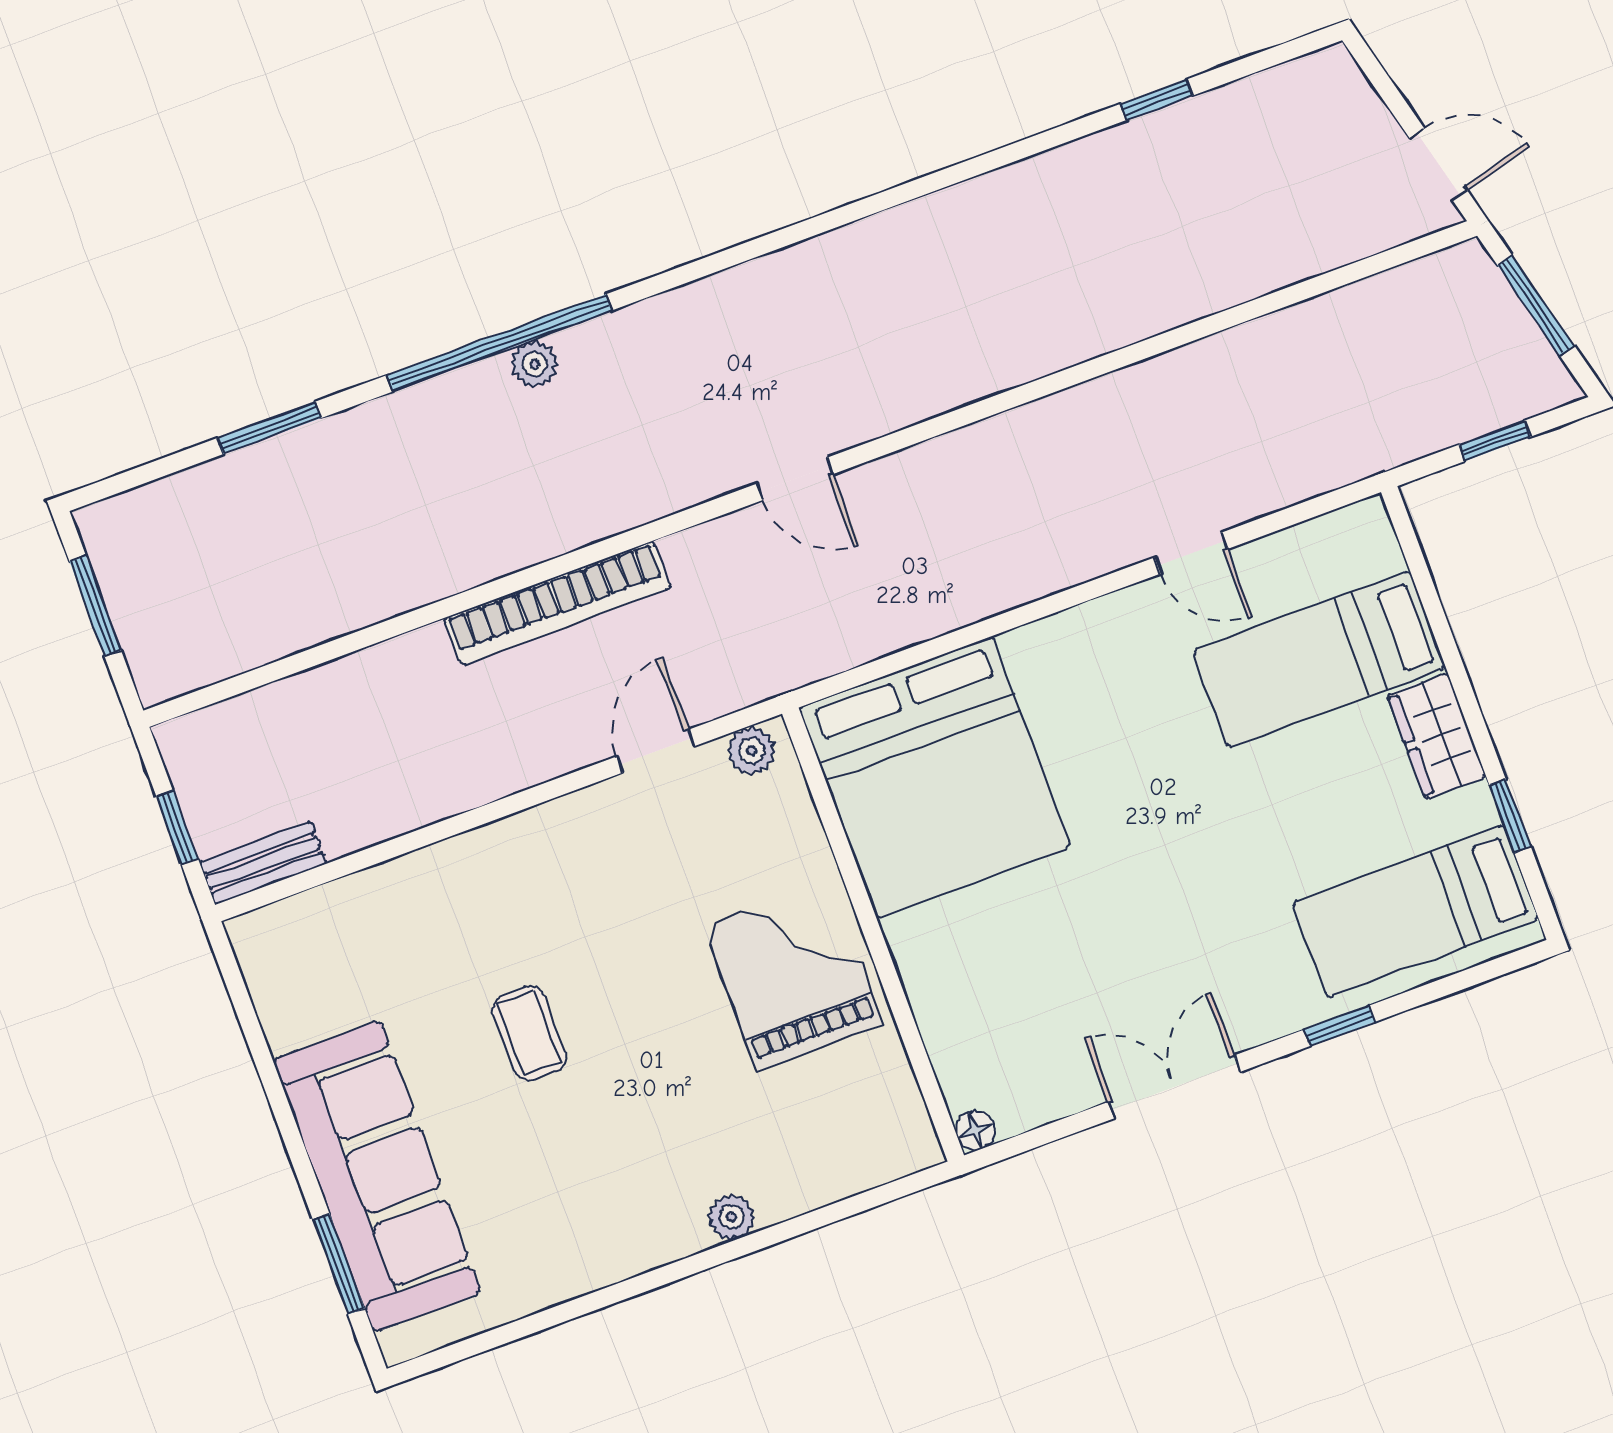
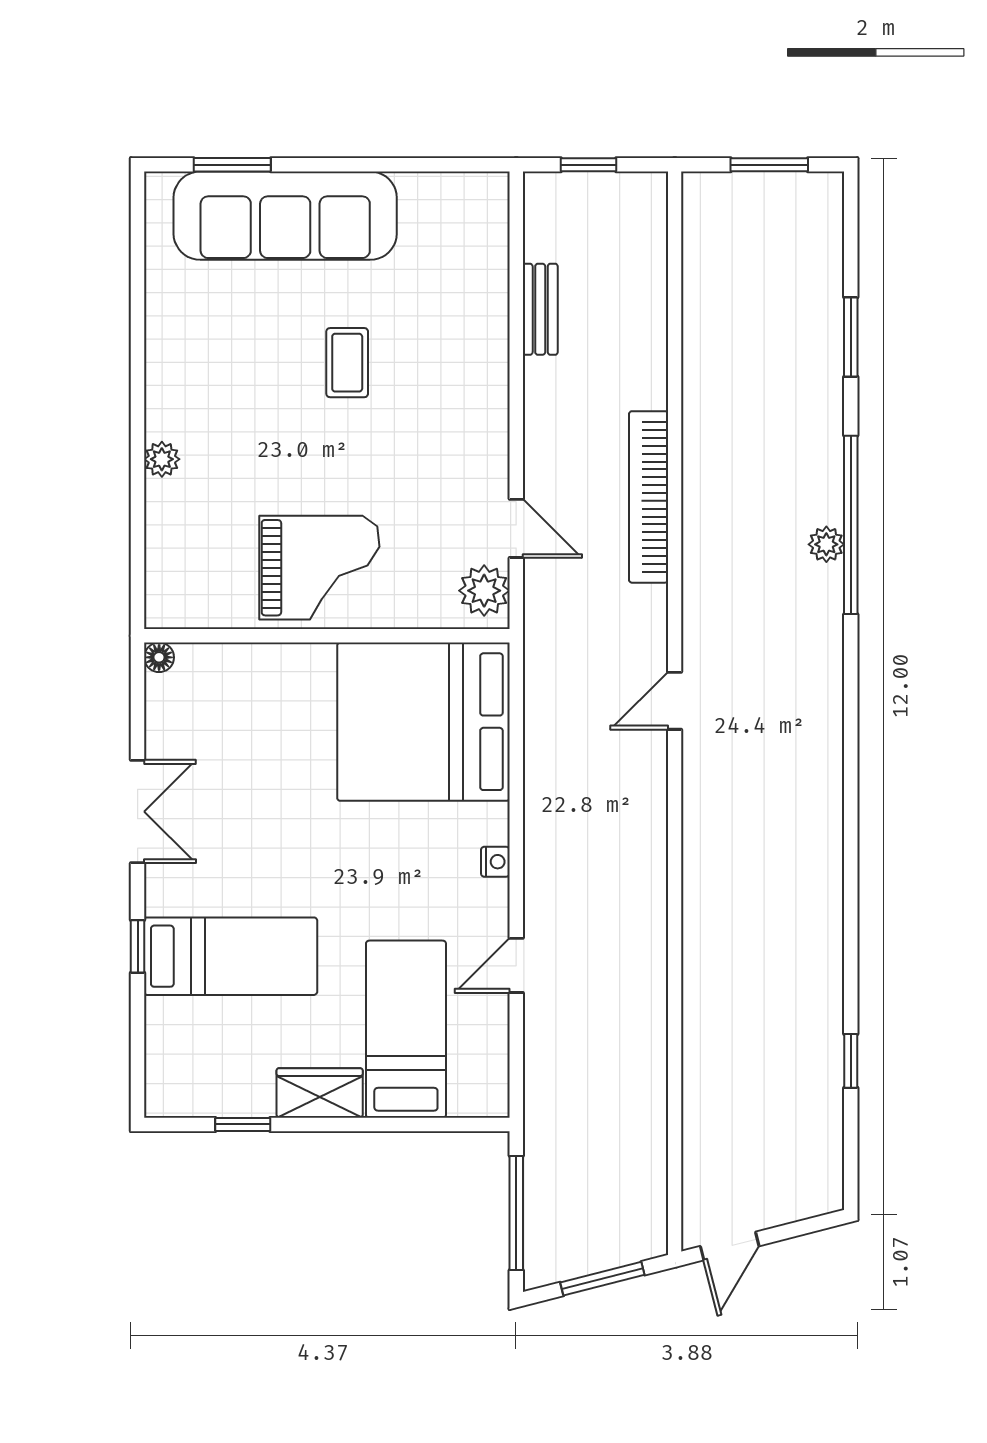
window: (1495, 441) -> (516, 1213), width x2.17
nightstand: (1074, 626) -> (495, 862), added
plant: (752, 751) -> (484, 591), width x1.38, depth x1.38
bench: (263, 863) -> (540, 309), moved
bed: (1416, 911) -> (231, 956), moved, turned 90
coffee table: (529, 1033) -> (347, 363), turned 90

